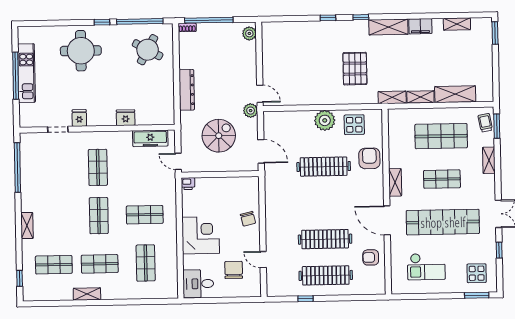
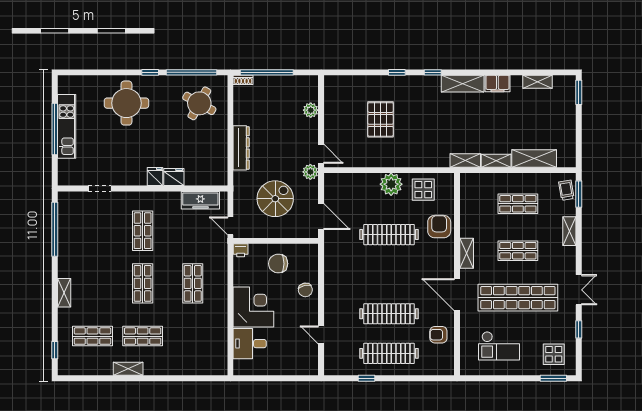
plant: (249, 33) -> (311, 110), moved
pallet: (355, 69) -> (381, 119), moved
fridge: (79, 118) -> (155, 176), moved
shop shelf: (441, 136) -> (518, 204), width x0.70, depth x0.74
shop shelf: (145, 215) -> (193, 283), turned 90
shop shelf: (146, 263) -> (193, 336), removed
chair: (234, 270) -> (278, 264), moved, turned -90
desk: (198, 284) -> (250, 344), moved

